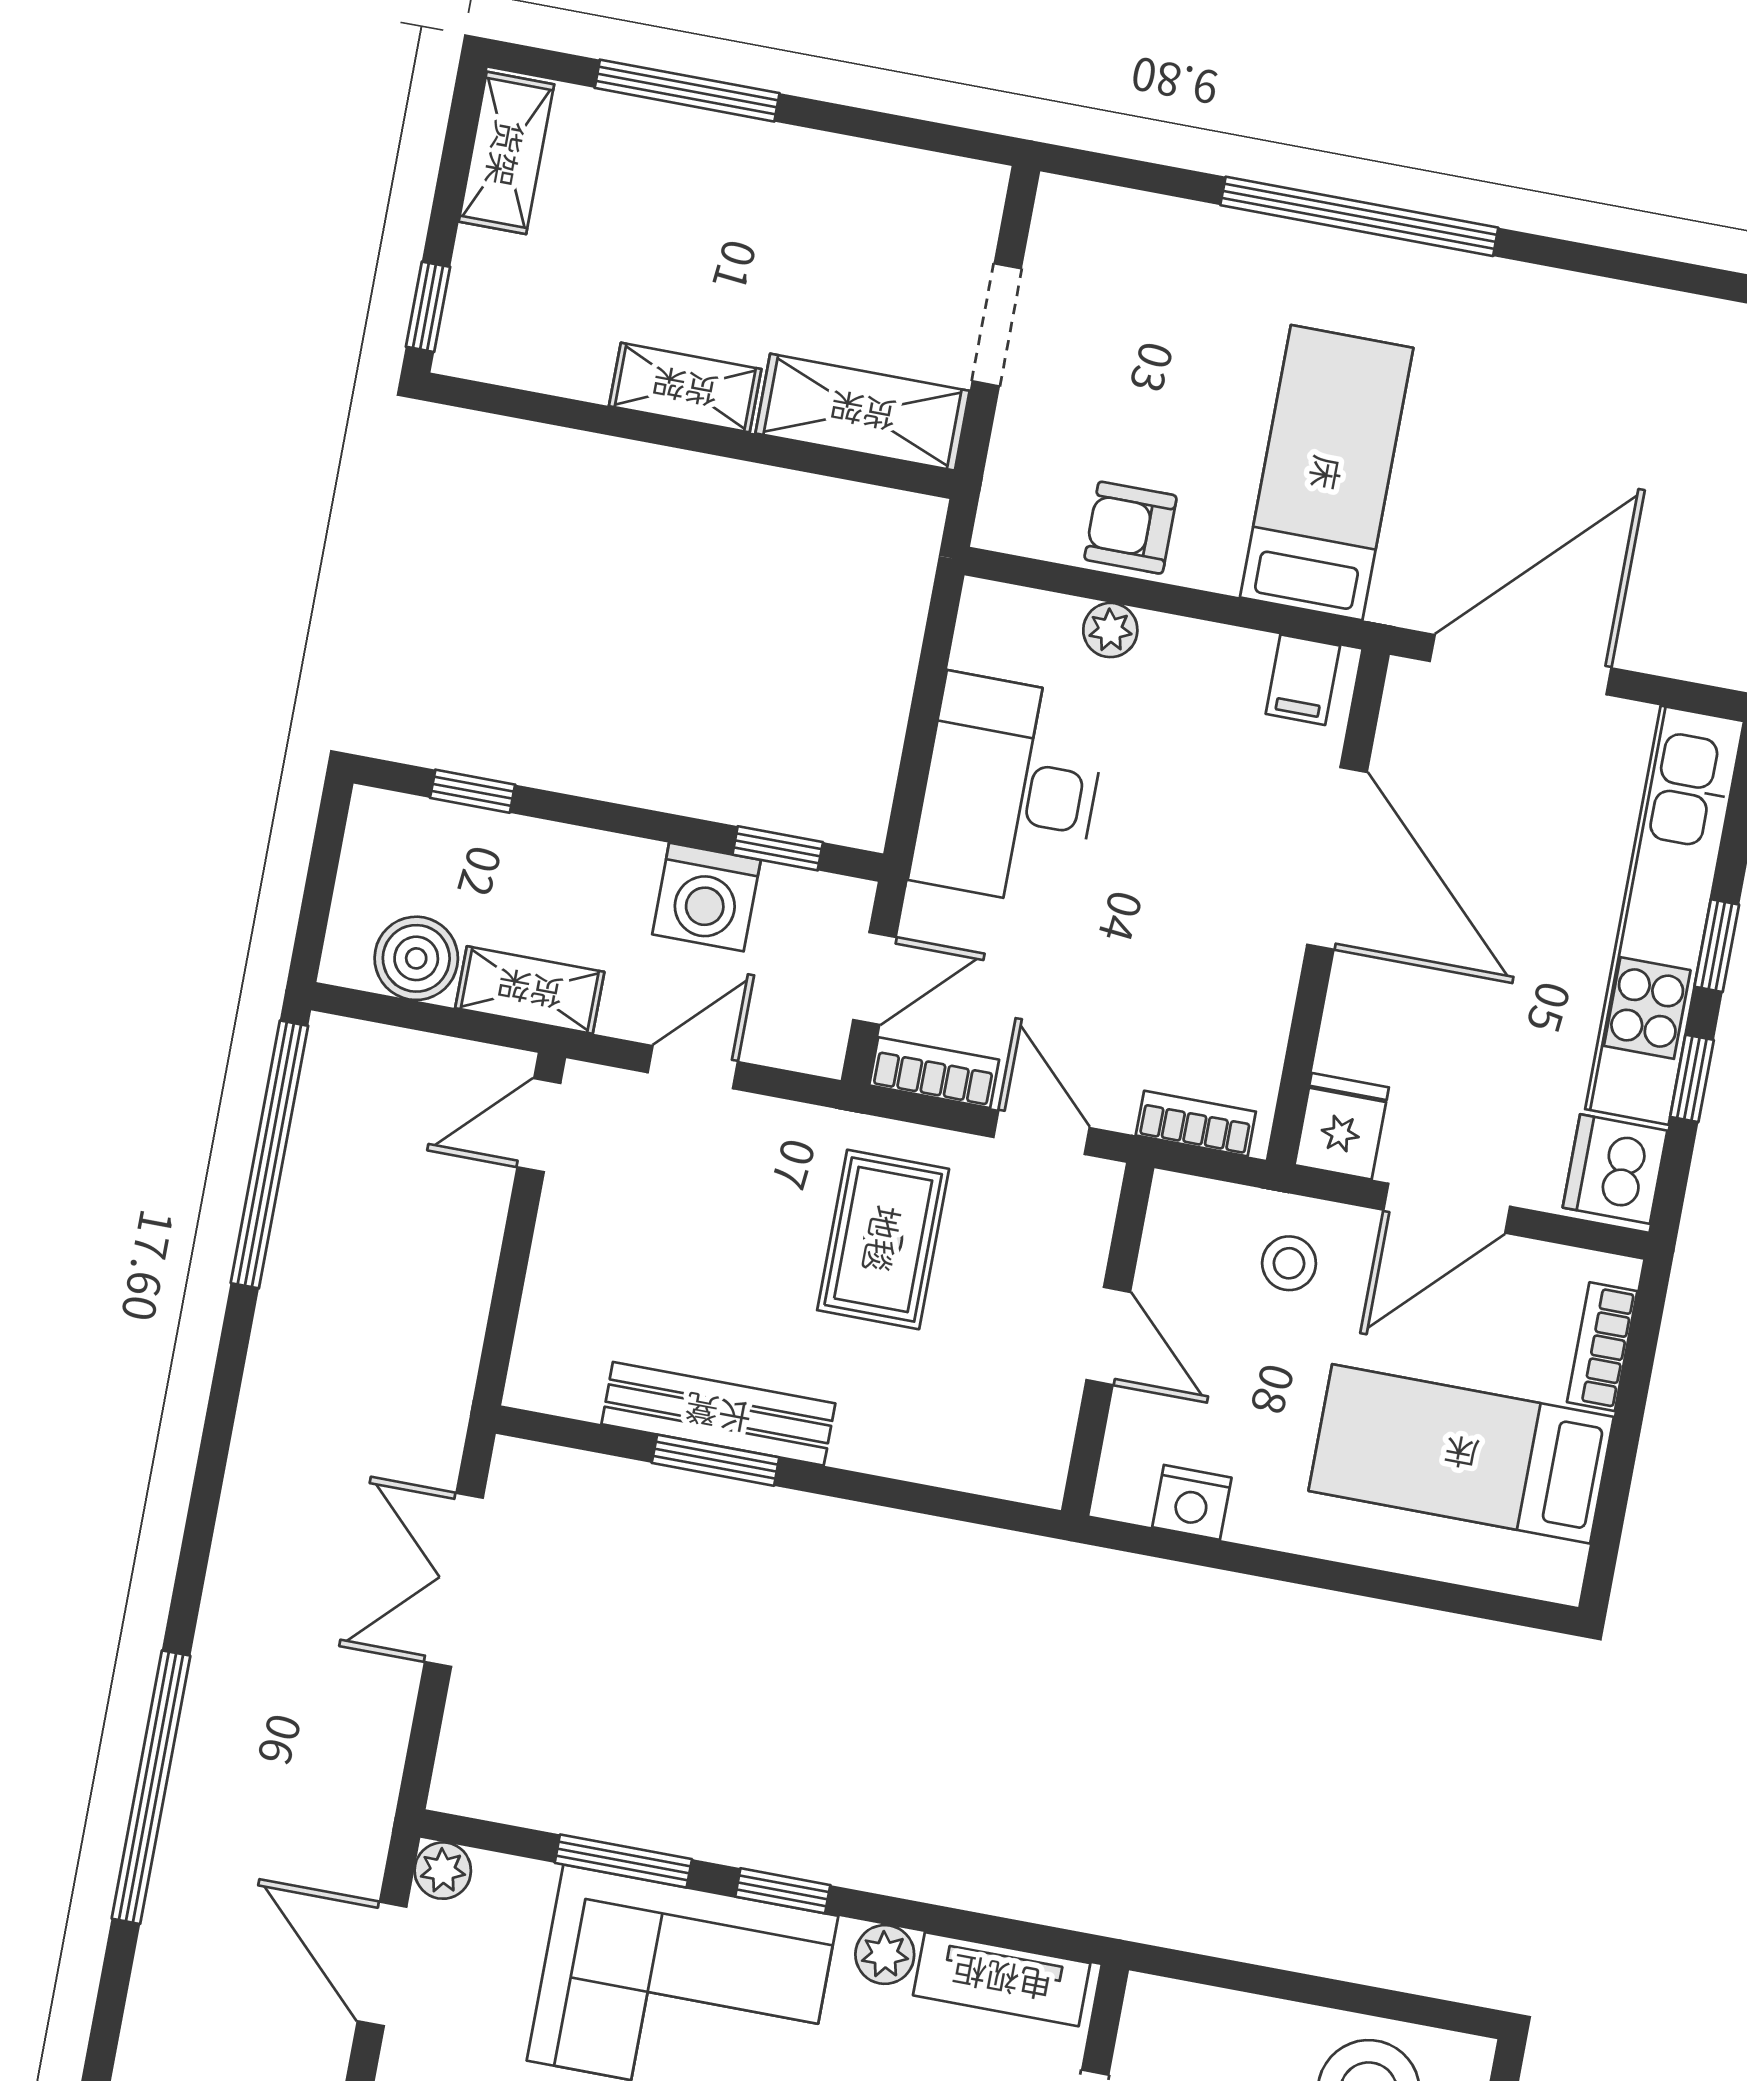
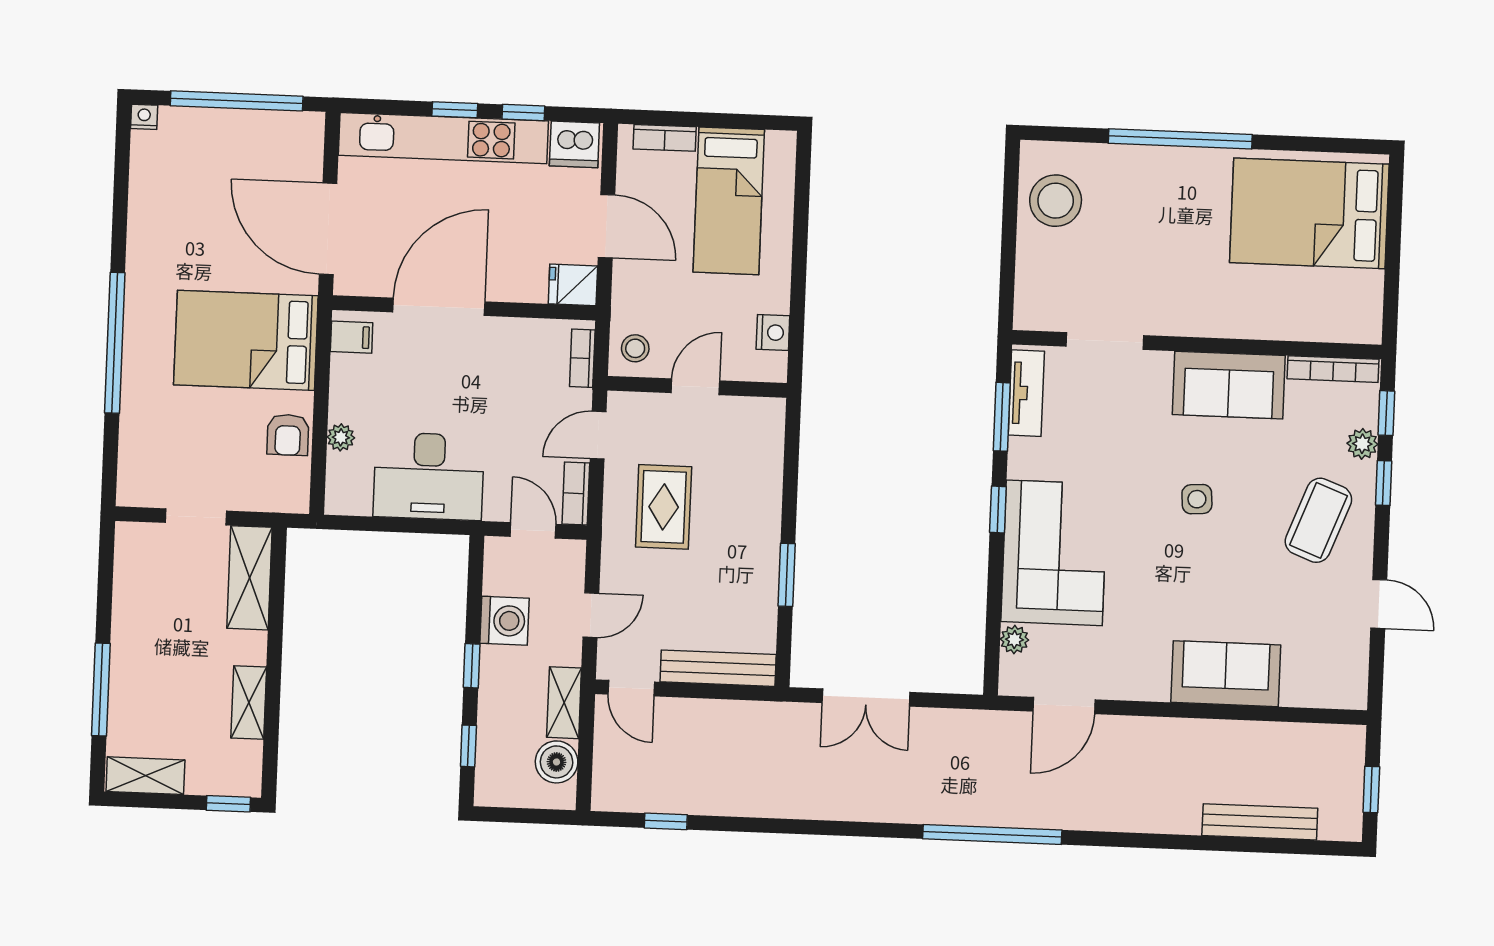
shelving: (685, 388) -> (249, 703), moved
bed: (1327, 473) -> (246, 340), width x1.50
window: (778, 848) -> (472, 666), moved
door: (693, 1067) -> (591, 615), swing flipped
window: (269, 1154) -> (666, 821), width x0.32
rug: (883, 1239) -> (664, 507), turned 90
stool: (1289, 1263) -> (635, 348), moved
bench: (718, 1414) -> (718, 668), moved, turned 90
window: (623, 1861) -> (1002, 417), moved
plant: (443, 1871) -> (1014, 639), moved
plant: (885, 1954) -> (1022, 454), removed

